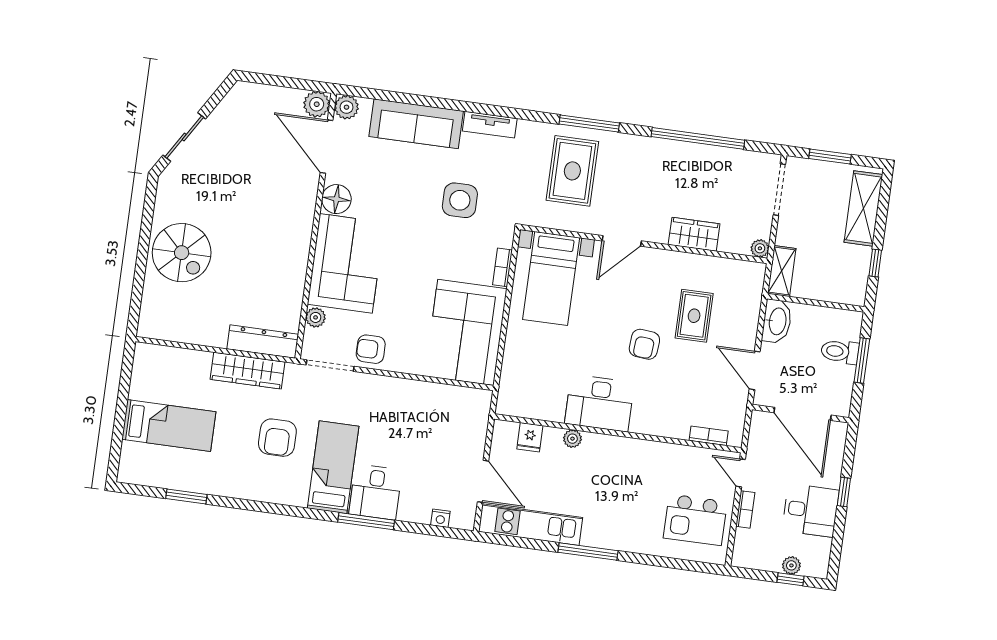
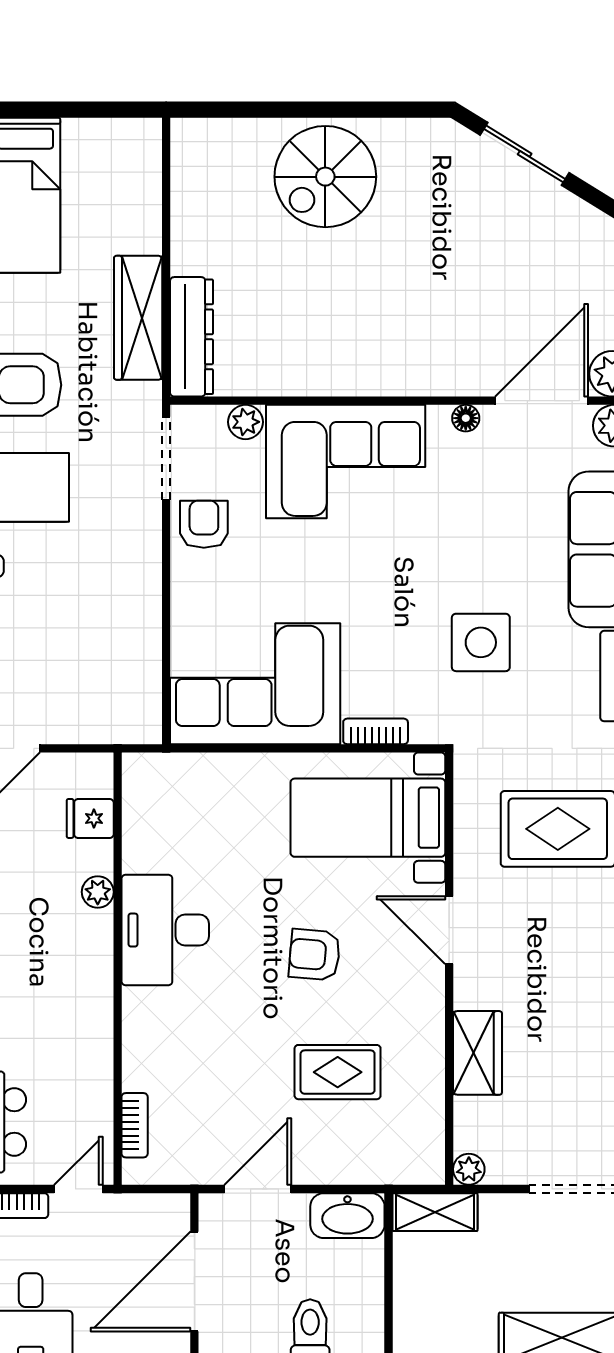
floor lamp: (336, 199) -> (466, 418), width x0.53, depth x0.53
armchair: (644, 344) -> (315, 955), moved

